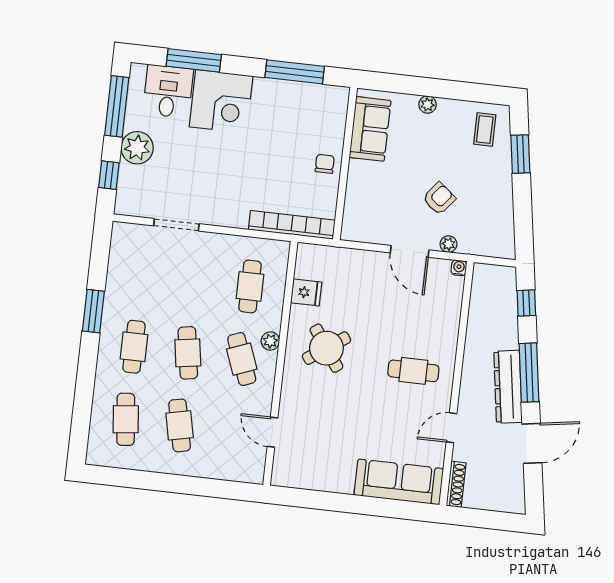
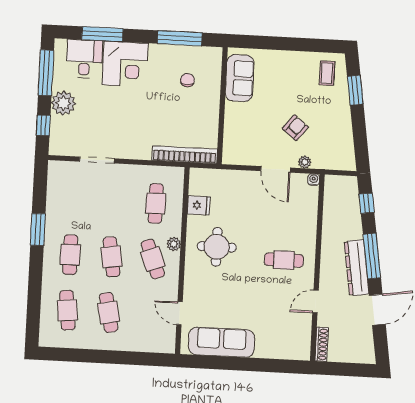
plant: (428, 105) -> (282, 57), removed
chair: (325, 164) -> (187, 80), moved
round table: (326, 348) -> (217, 247), turned 35
sofa: (399, 482) -> (221, 342), moved

